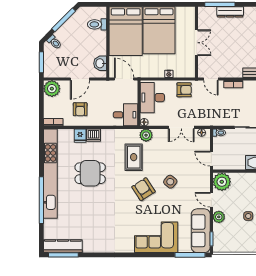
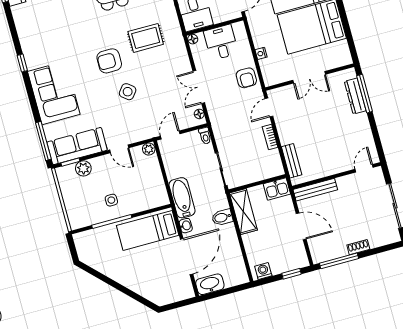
dresser: (230, 12) -> (355, 96), moved
desk: (152, 98) -> (221, 42), width x0.73
plant: (146, 135) -> (177, 46), removed
plant: (222, 182) -> (149, 149), width x0.53, depth x0.53
armchair: (143, 189) -> (109, 61), turned -147
door: (211, 200) -> (119, 149), swing flipped
plant: (219, 217) -> (83, 168), moved
window: (127, 255) -> (22, 63), added

